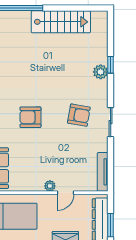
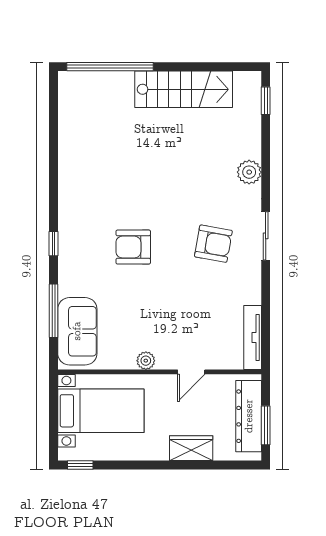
window: (111, 65) -> (266, 101), moved
sliding door: (111, 122) -> (266, 236), moved
plant: (50, 186) -> (146, 361), moved

